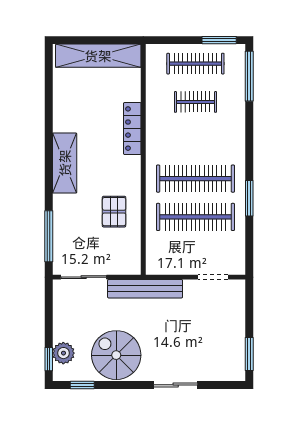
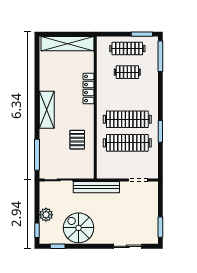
plant: (63, 353) -> (46, 215), moved
sliding door: (176, 385) -> (128, 246), moved

